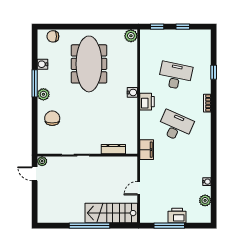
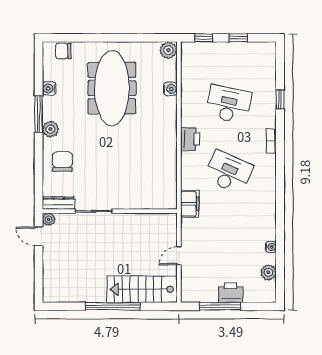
water cooler: (132, 92) -> (170, 89), moved
dresser: (113, 149) -> (58, 203), moved

